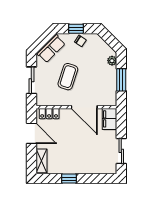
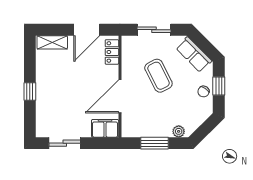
coffee table: (68, 77) -> (158, 76), turned 45
window: (69, 179) -> (30, 92), moved

